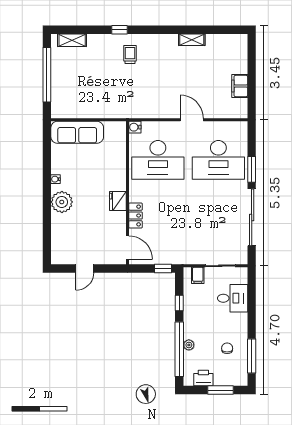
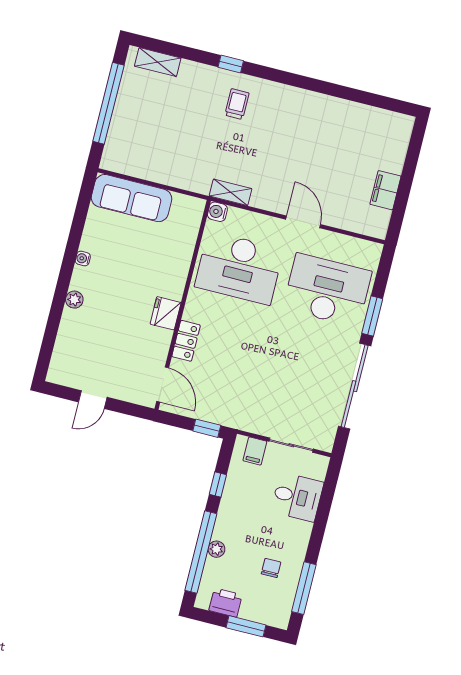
shelving: (192, 40) -> (231, 192), moved
desk: (218, 160) -> (327, 290), turned 180
plant: (62, 202) -> (74, 300), width x0.53, depth x0.53

